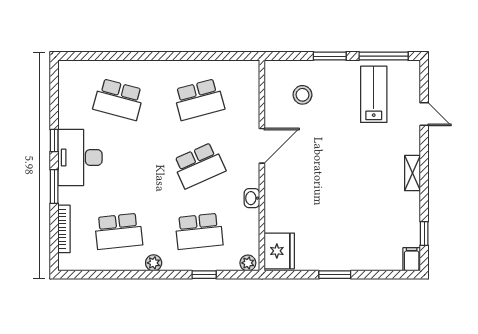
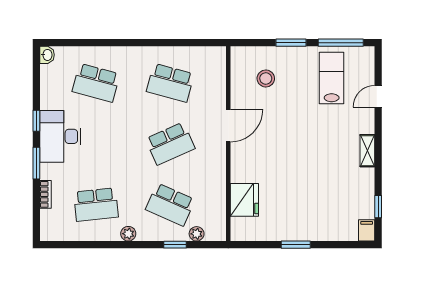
school desk: (199, 99) -> (170, 83), turned 30
door: (424, 114) -> (378, 96), swing flipped
washbasin: (252, 198) -> (47, 55), moved, turned 180
bookcase: (64, 229) -> (46, 194), width x0.64
school desk: (199, 231) -> (170, 205), turned 30
fridge: (279, 251) -> (244, 200), moved
plant: (248, 263) -> (197, 234), moved

